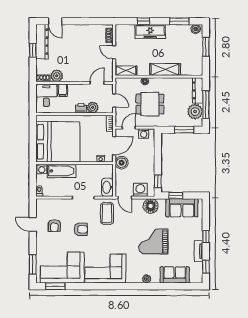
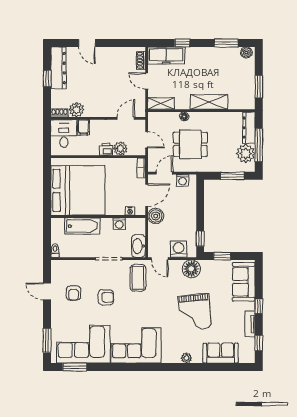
door: (55, 21) -> (87, 43), moved
freezer: (150, 31) -> (166, 55), moved
window: (206, 47) -> (259, 87), moved
washing machine: (42, 169) -> (119, 224), moved
sofa: (182, 208) -> (244, 282), moved, turned 90
grand piano: (153, 241) -> (195, 312), turned -95

